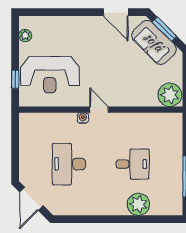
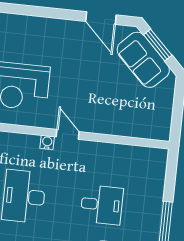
plant: (170, 95) -> (156, 126), removed

